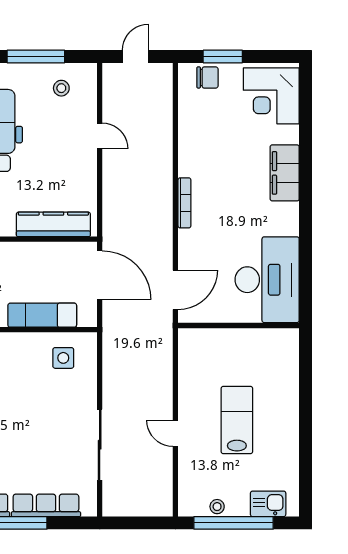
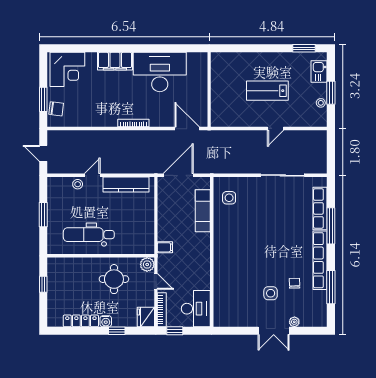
window: (36, 57) -> (43, 215), width x0.69
chair: (207, 77) -> (56, 109), turned 97
stool: (61, 88) -> (78, 184), moved
kitchen counter: (53, 224) -> (126, 184), moved, turned -90
desk: (267, 280) -> (160, 72), moved
window: (306, 479) -> (304, 48), added
window: (234, 523) -> (331, 93), width x0.47

